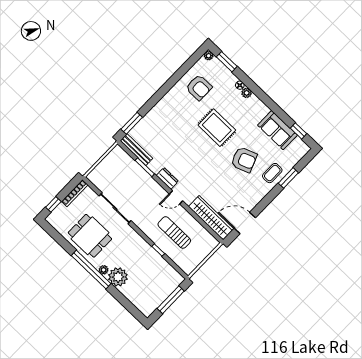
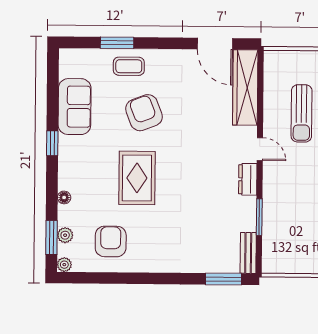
plant: (247, 93) -> (65, 235), moved
window: (299, 131) -> (52, 143), moved
bench: (136, 150) -> (248, 253), width x0.73

